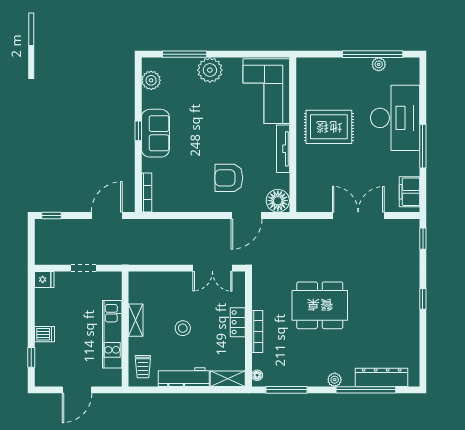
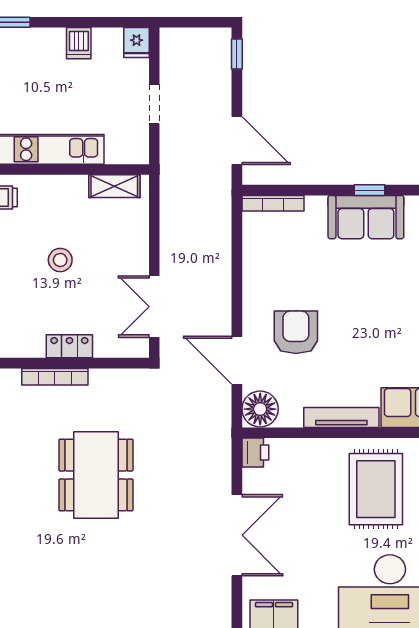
printer: (306, 204) -> (255, 453), added
shelving: (136, 320) -> (114, 186), moved
dishwasher: (45, 334) -> (79, 43), moved

